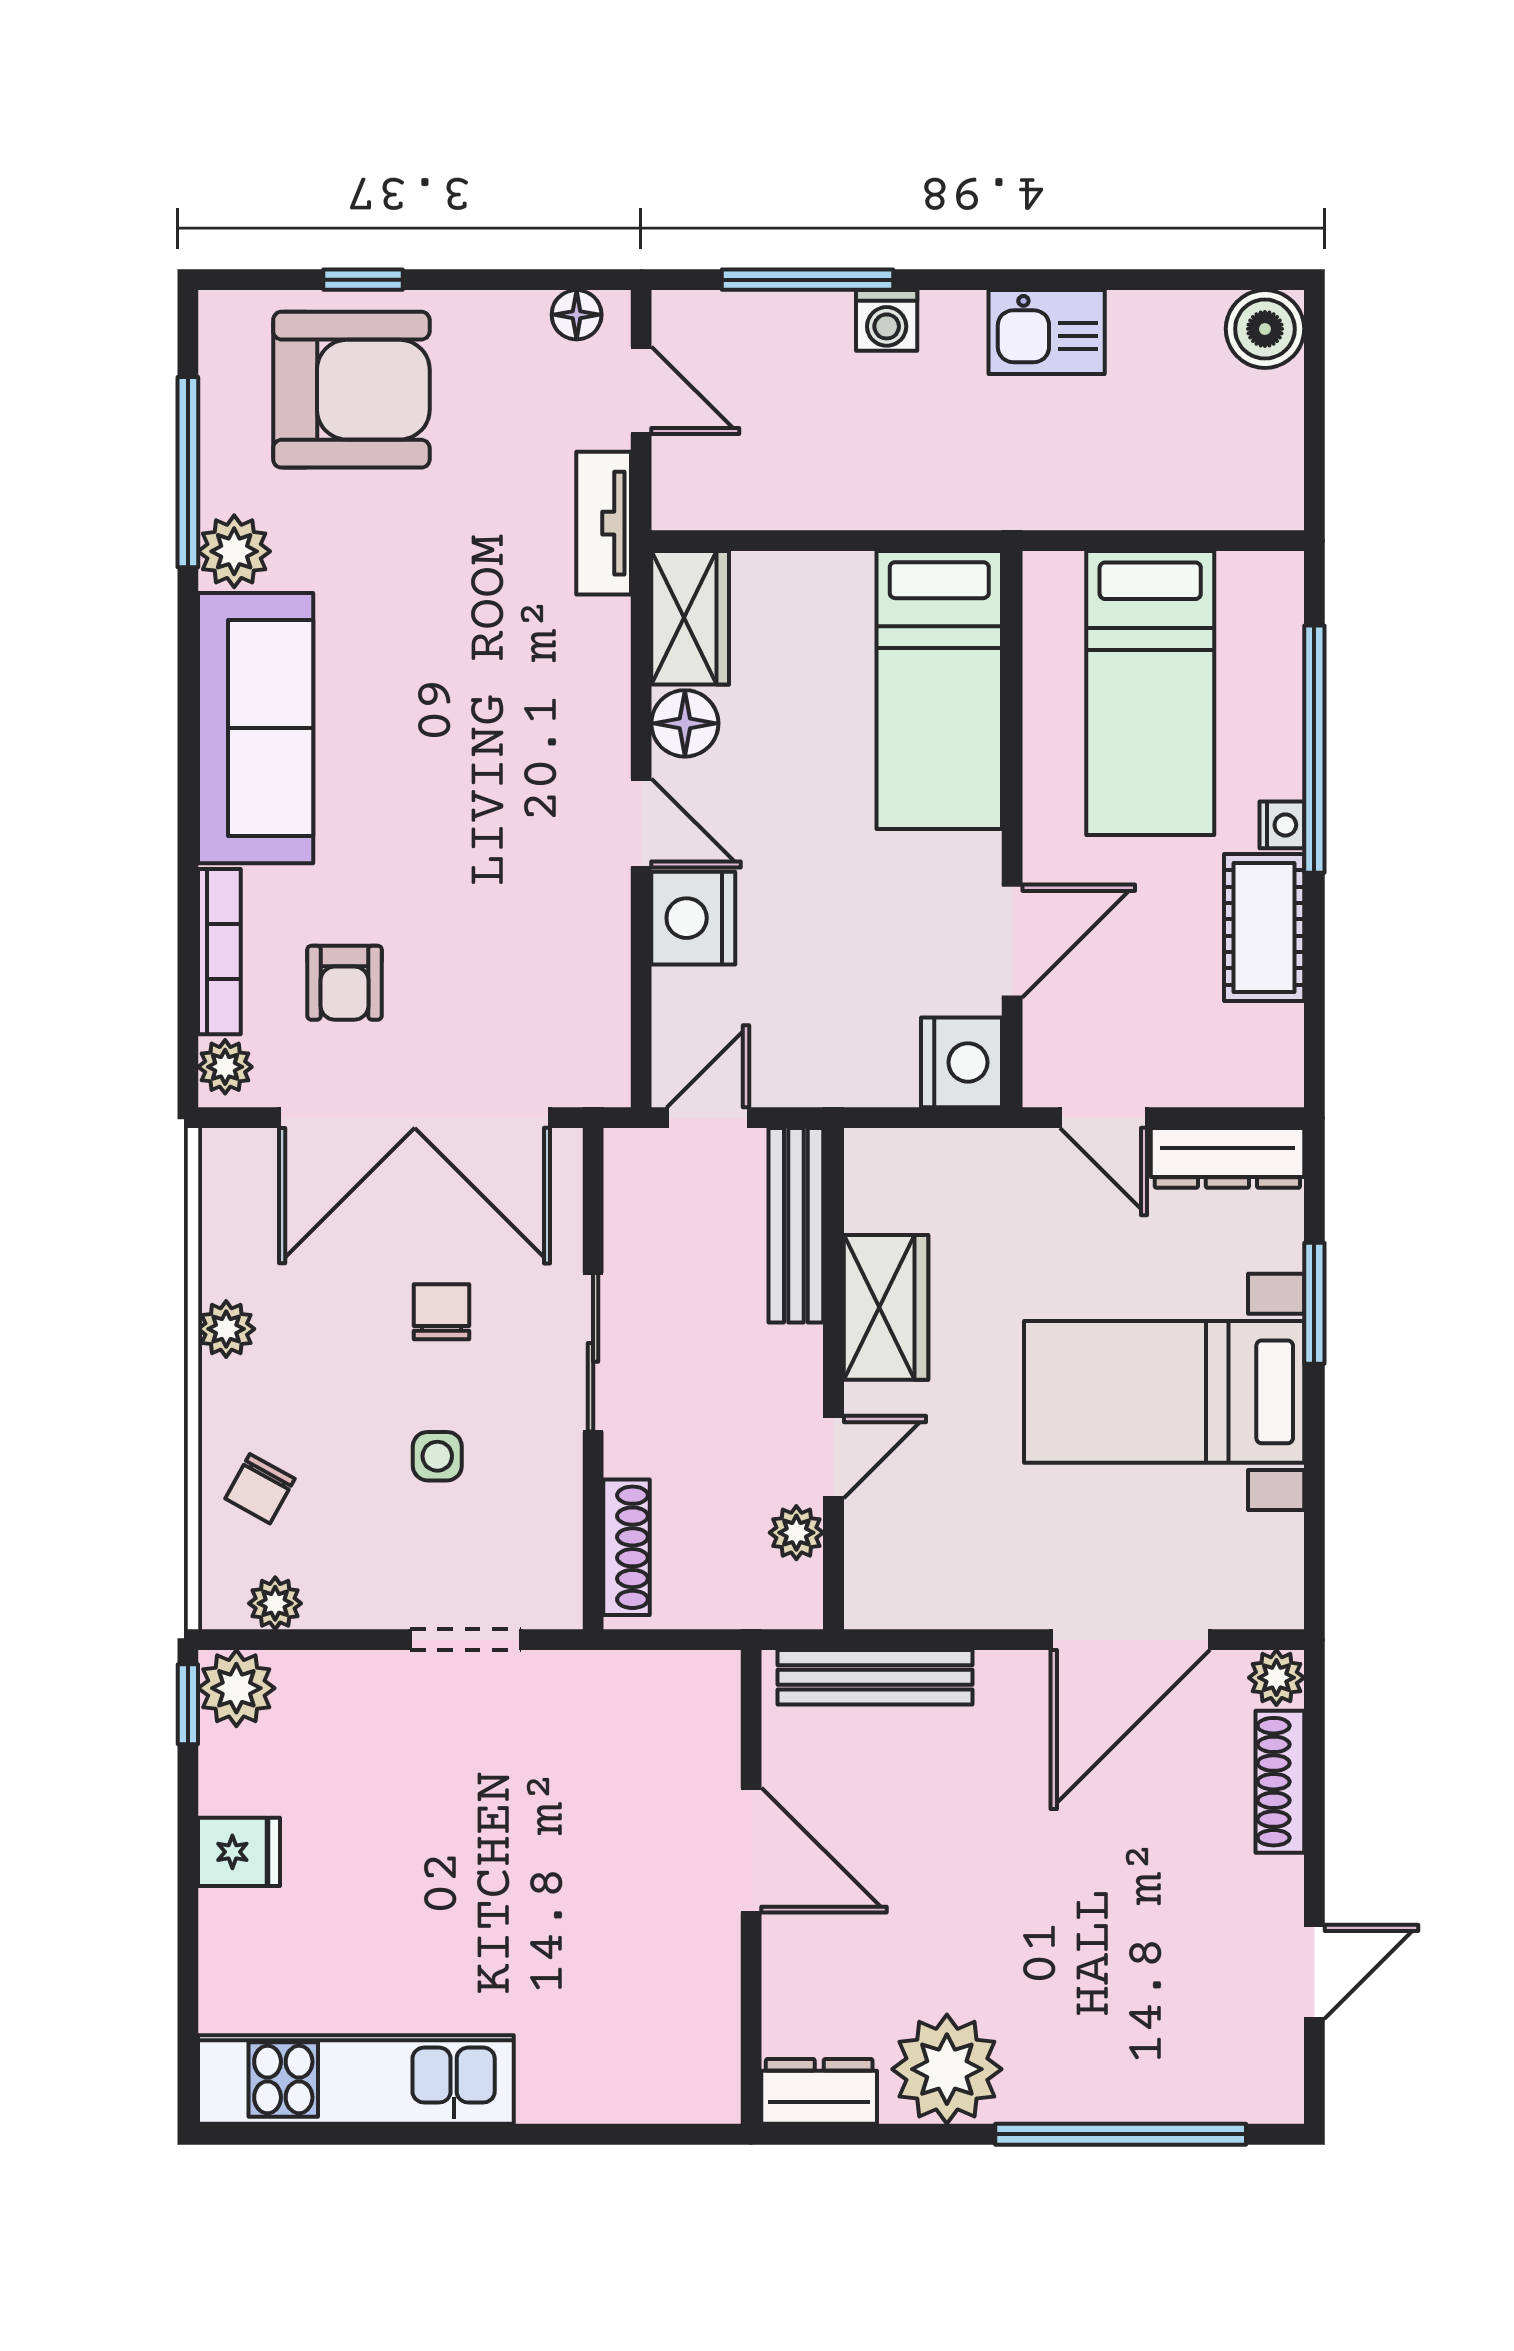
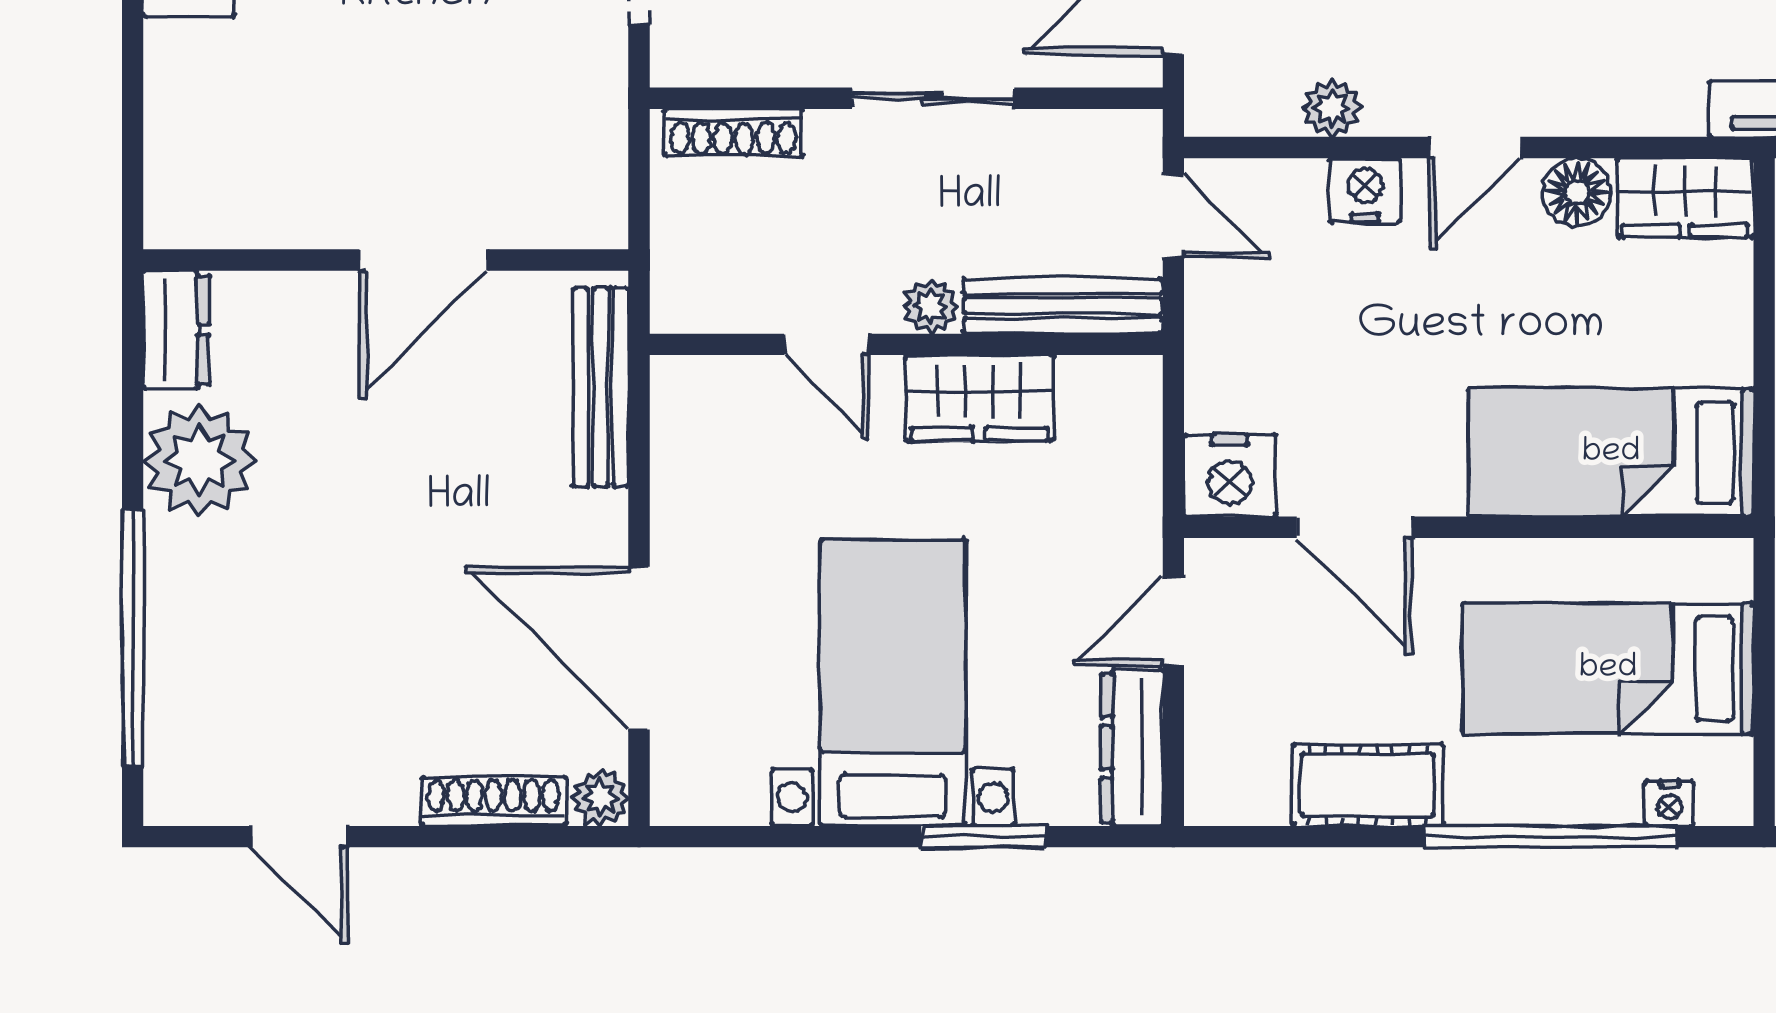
nightstand: (1282, 825) -> (1670, 803), moved
nightstand: (693, 918) -> (1365, 190), width x0.74, depth x0.75
plant: (602, 963) -> (1332, 108), added
plant: (796, 1533) -> (930, 306), moved

